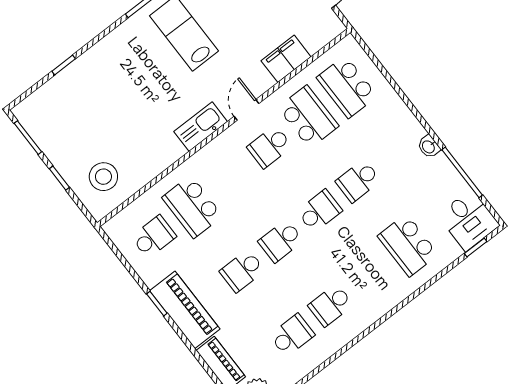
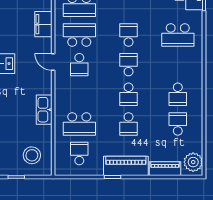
kitchen sink: (201, 127) -> (44, 110), moved
school desk: (358, 181) -> (129, 35), turned 180

